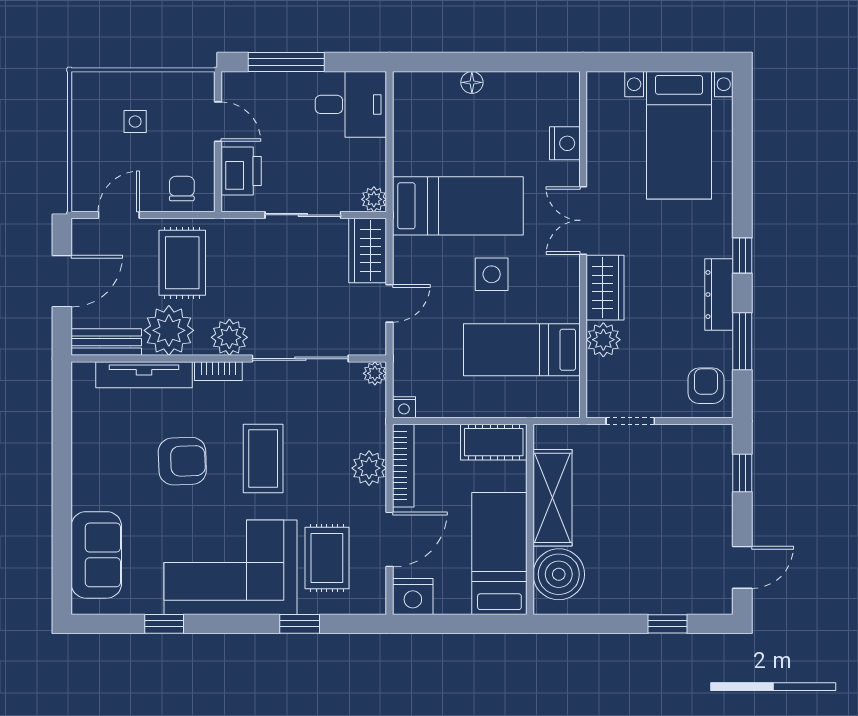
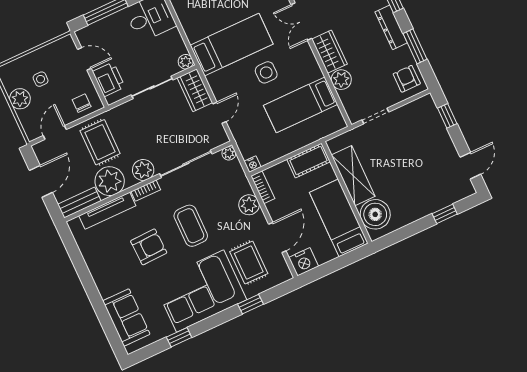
plant: (89, 137) -> (20, 99), added
bookcase: (403, 466) -> (263, 187), width x0.64

